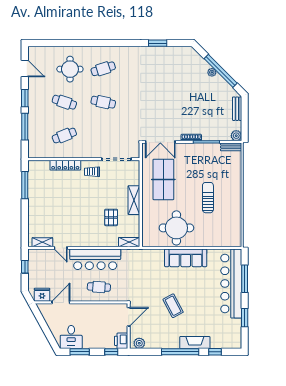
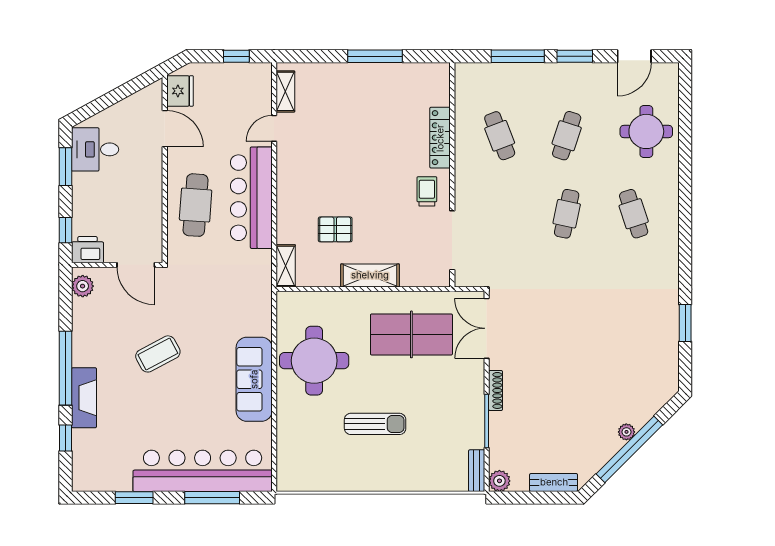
round table: (70, 69) -> (646, 131), moved
window: (25, 185) -> (375, 56), moved
cafe table: (99, 287) -> (196, 205), width x1.37, depth x1.35

